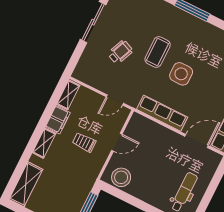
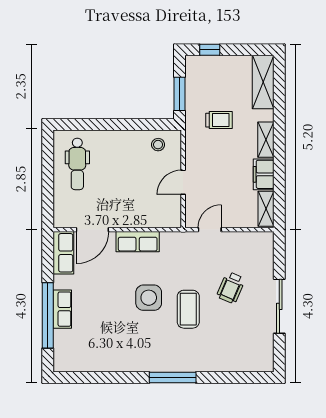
row of seats: (162, 113) -> (138, 242), width x0.68
trolley: (84, 142) -> (219, 120), moved
stool: (121, 177) -> (158, 145), width x0.53, depth x0.53

